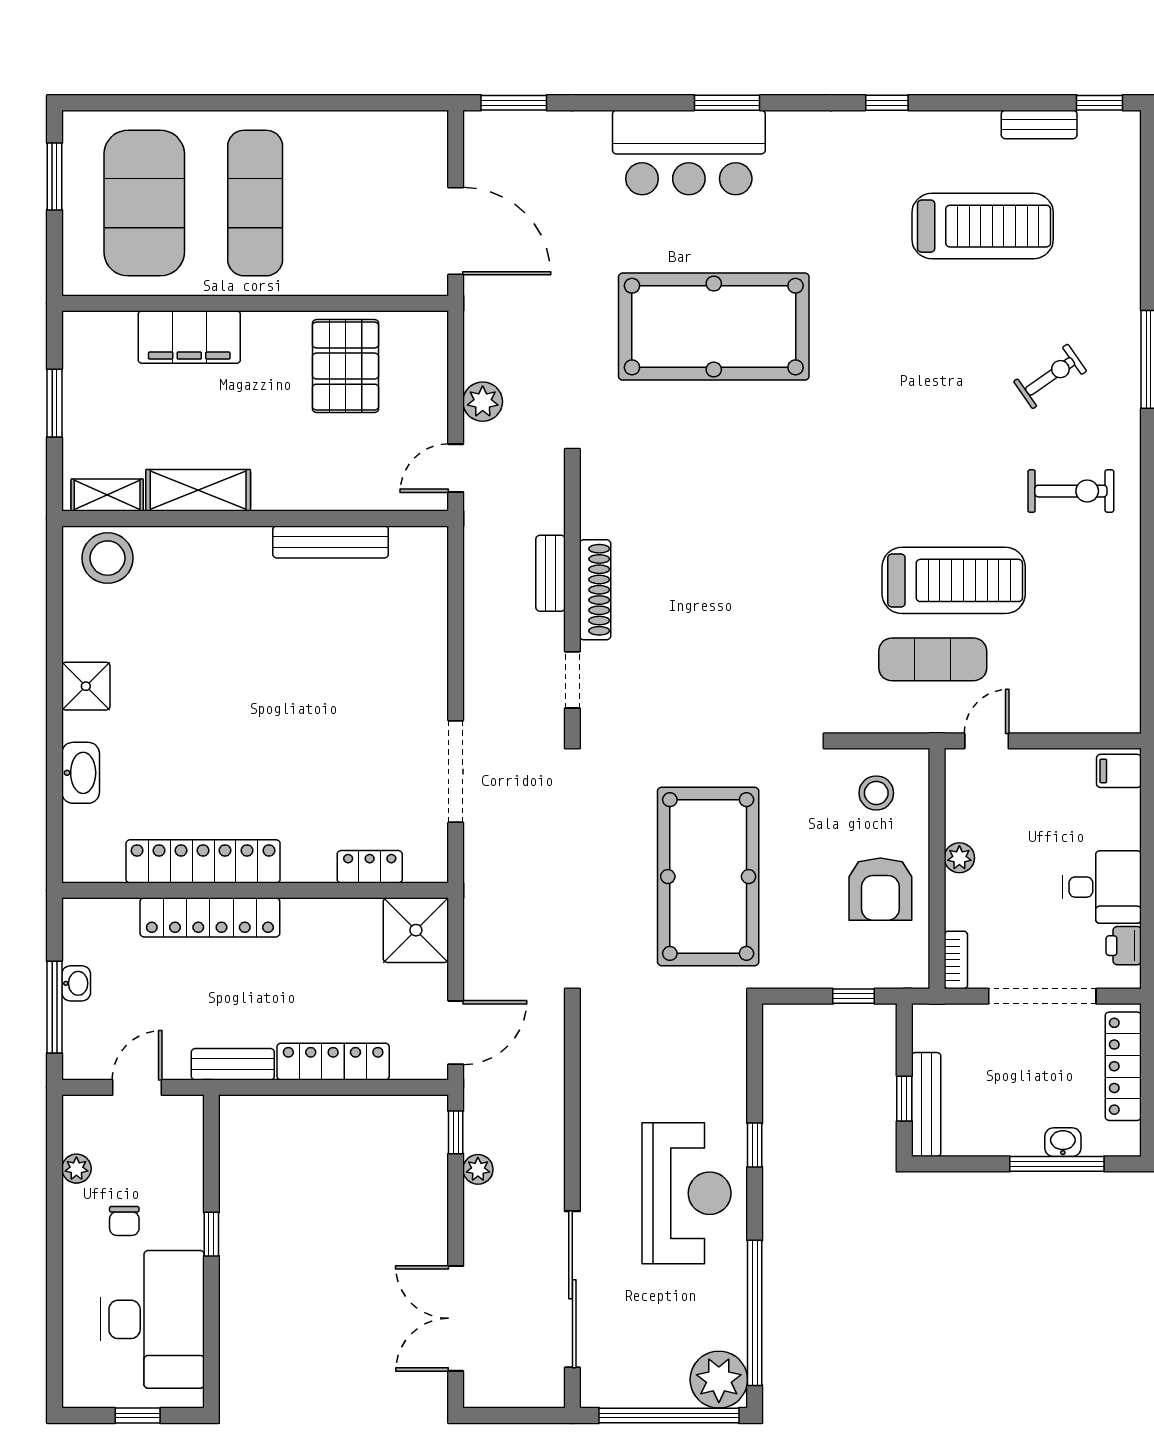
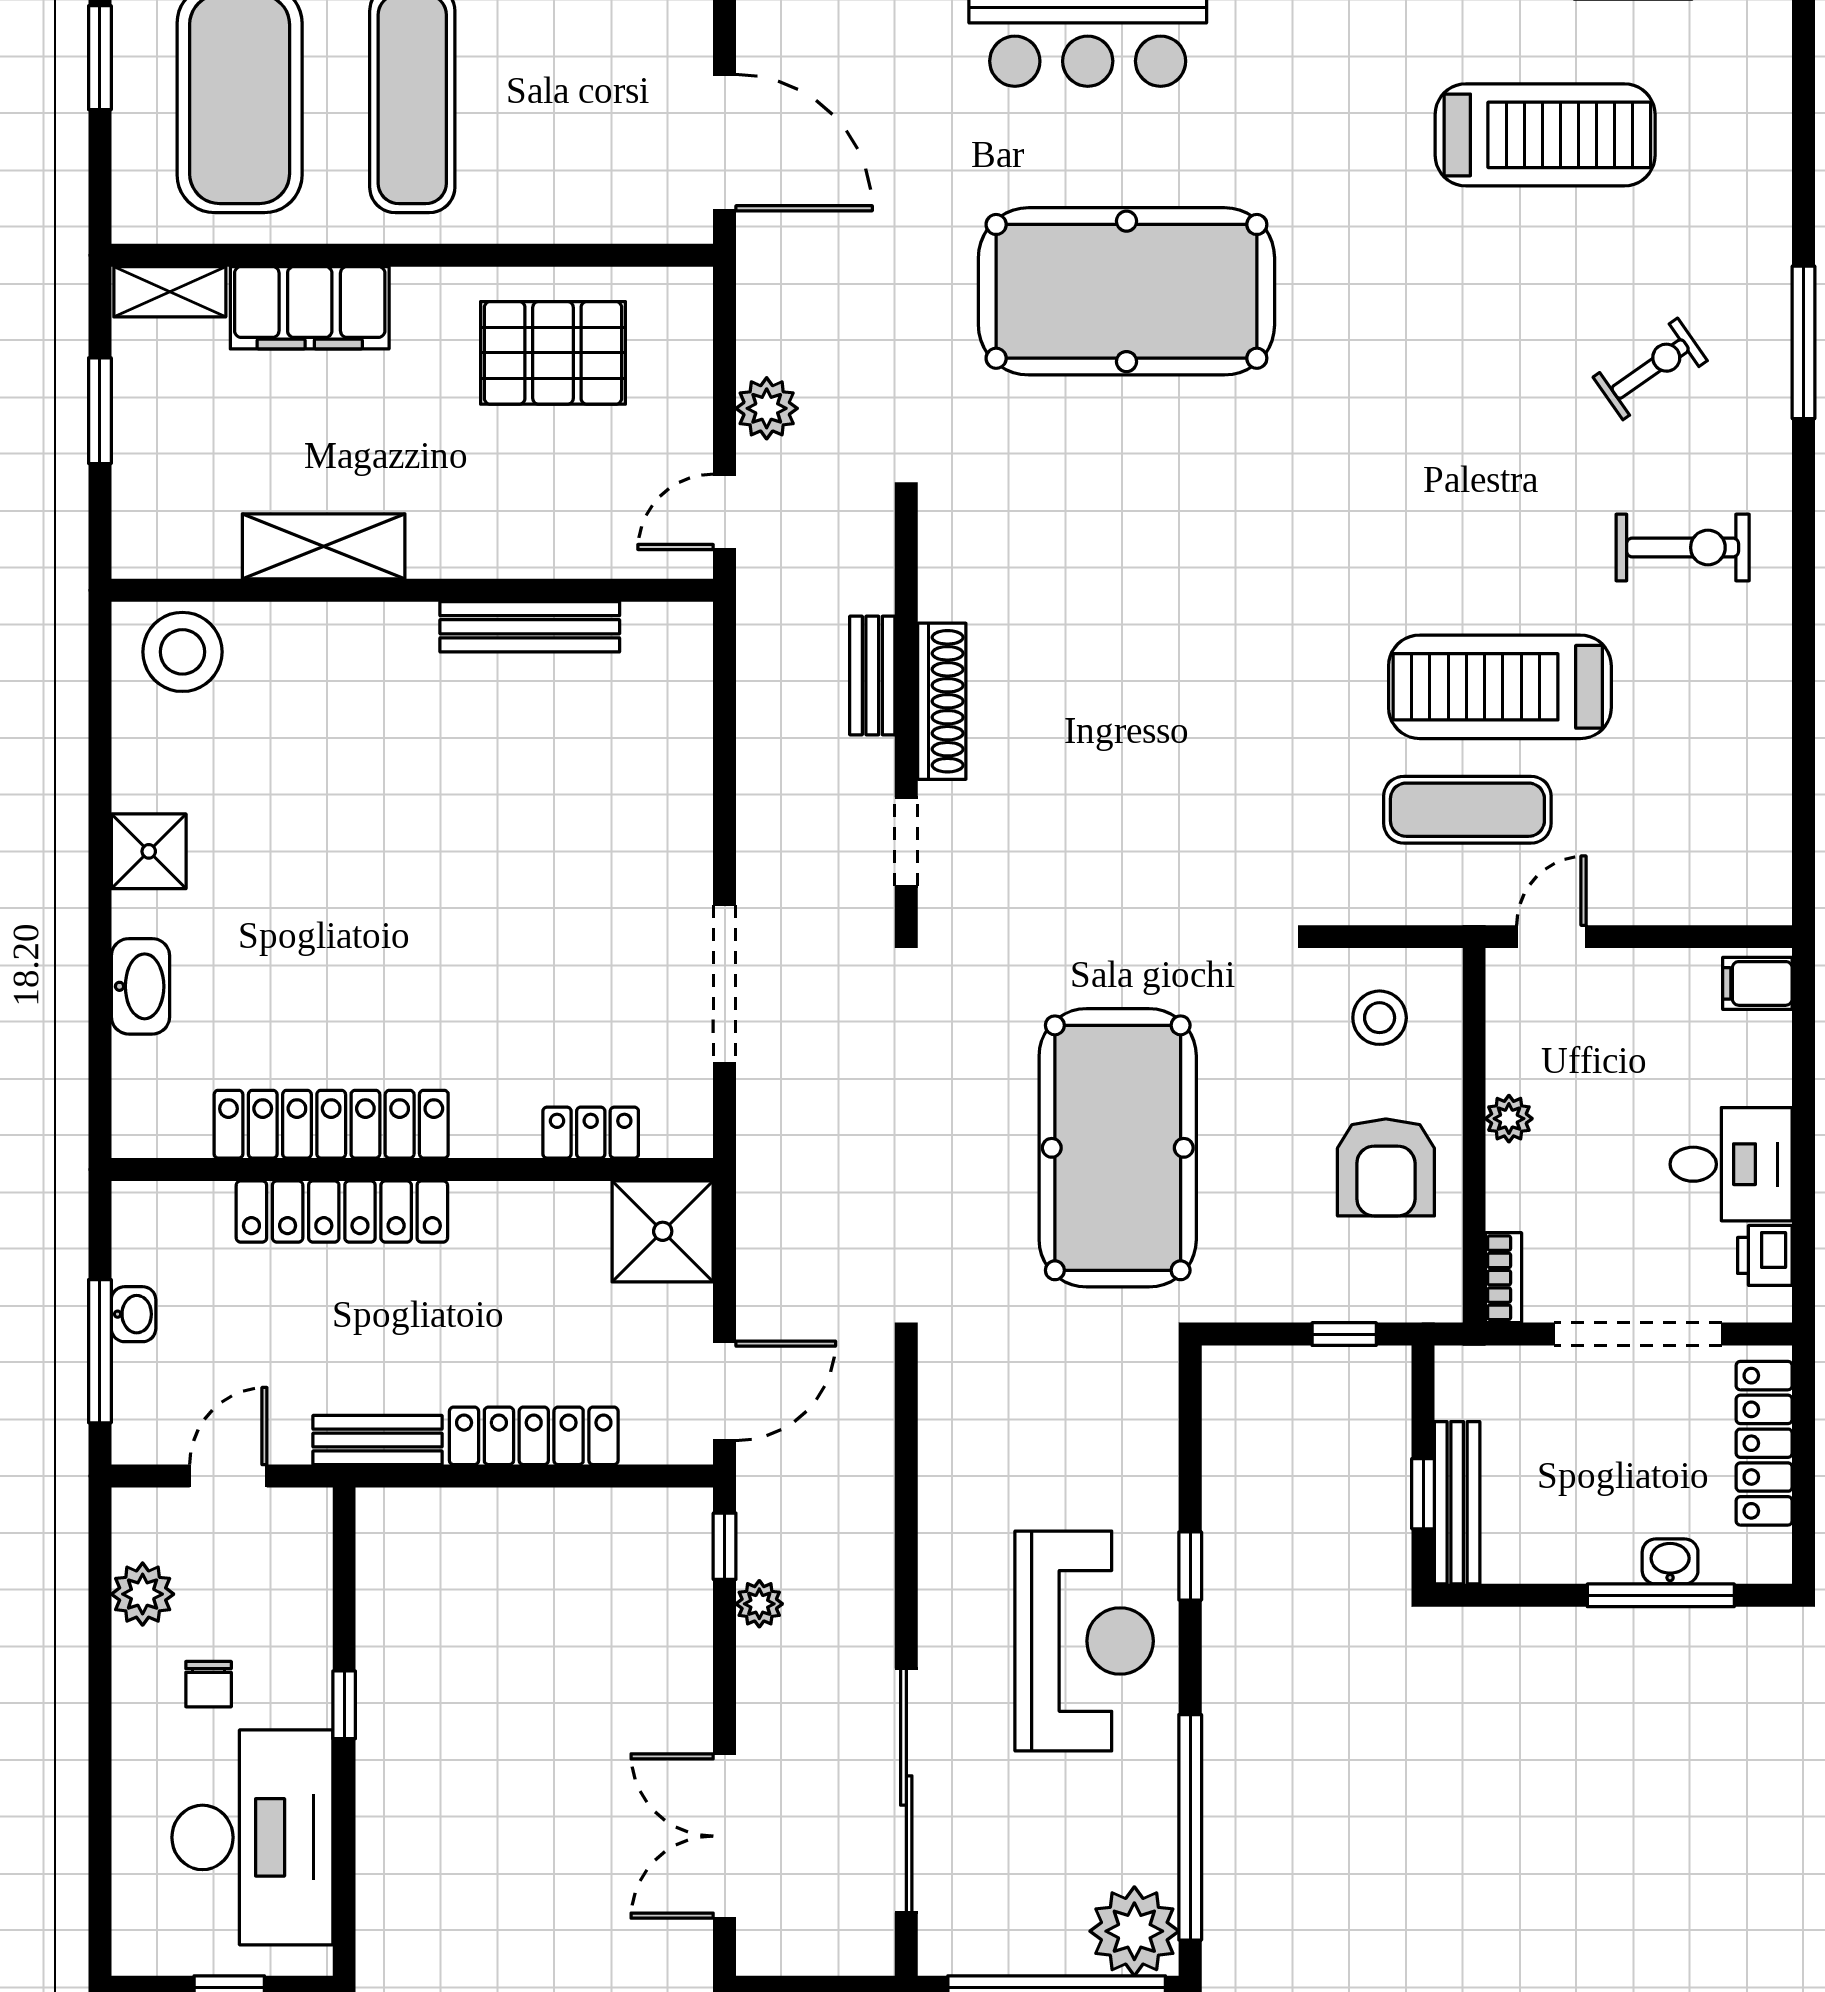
pallet: (345, 366) -> (553, 353), turned 90
shelving: (107, 495) -> (170, 292), moved
treadmill: (954, 580) -> (1500, 687), turned 180
plant: (76, 1169) -> (143, 1594), width x1.38, depth x1.38

